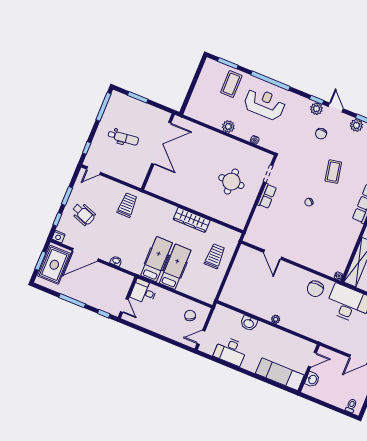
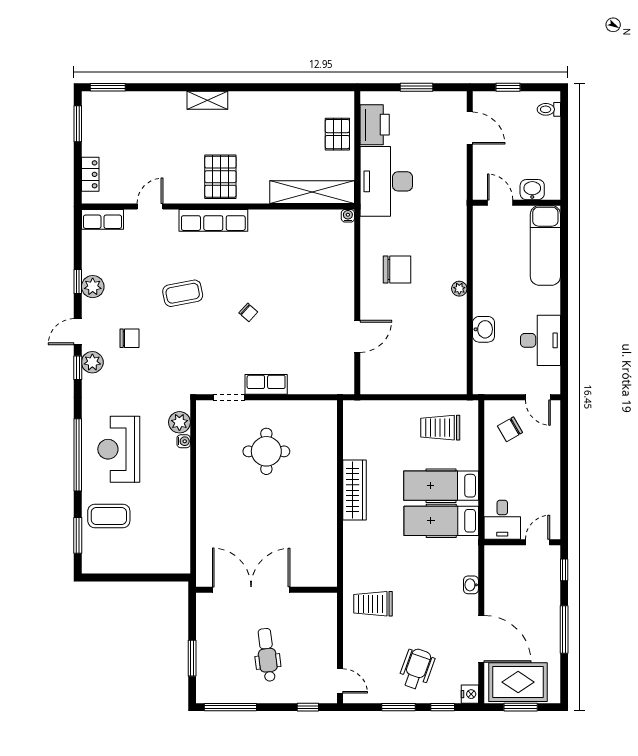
plant: (228, 127) -> (179, 422), moved
trolley: (215, 256) -> (440, 428), moved
chair: (315, 289) -> (397, 270), moved

